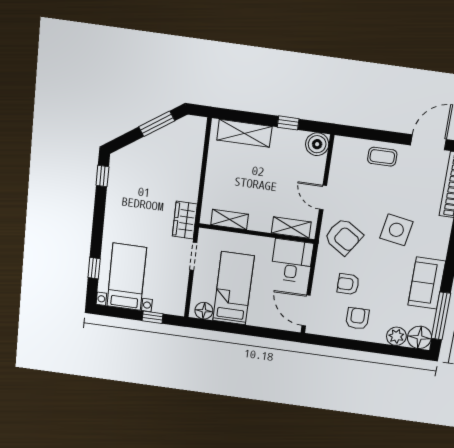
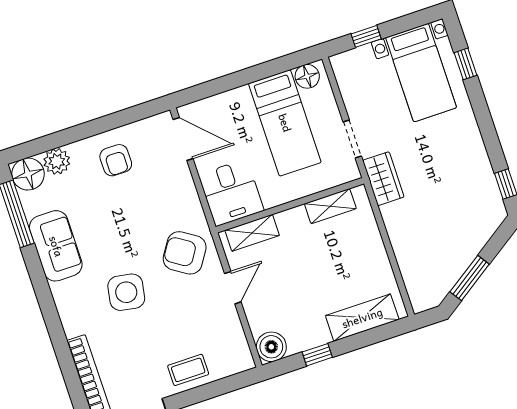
door: (323, 197) -> (233, 288), hinge flipped
armchair: (348, 284) -> (149, 197), removed

